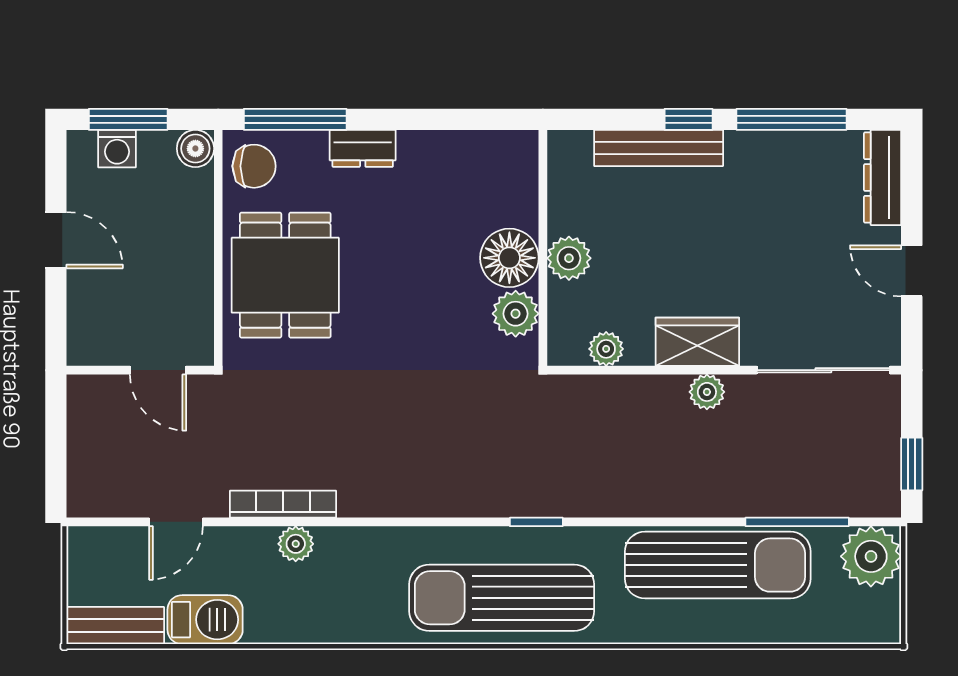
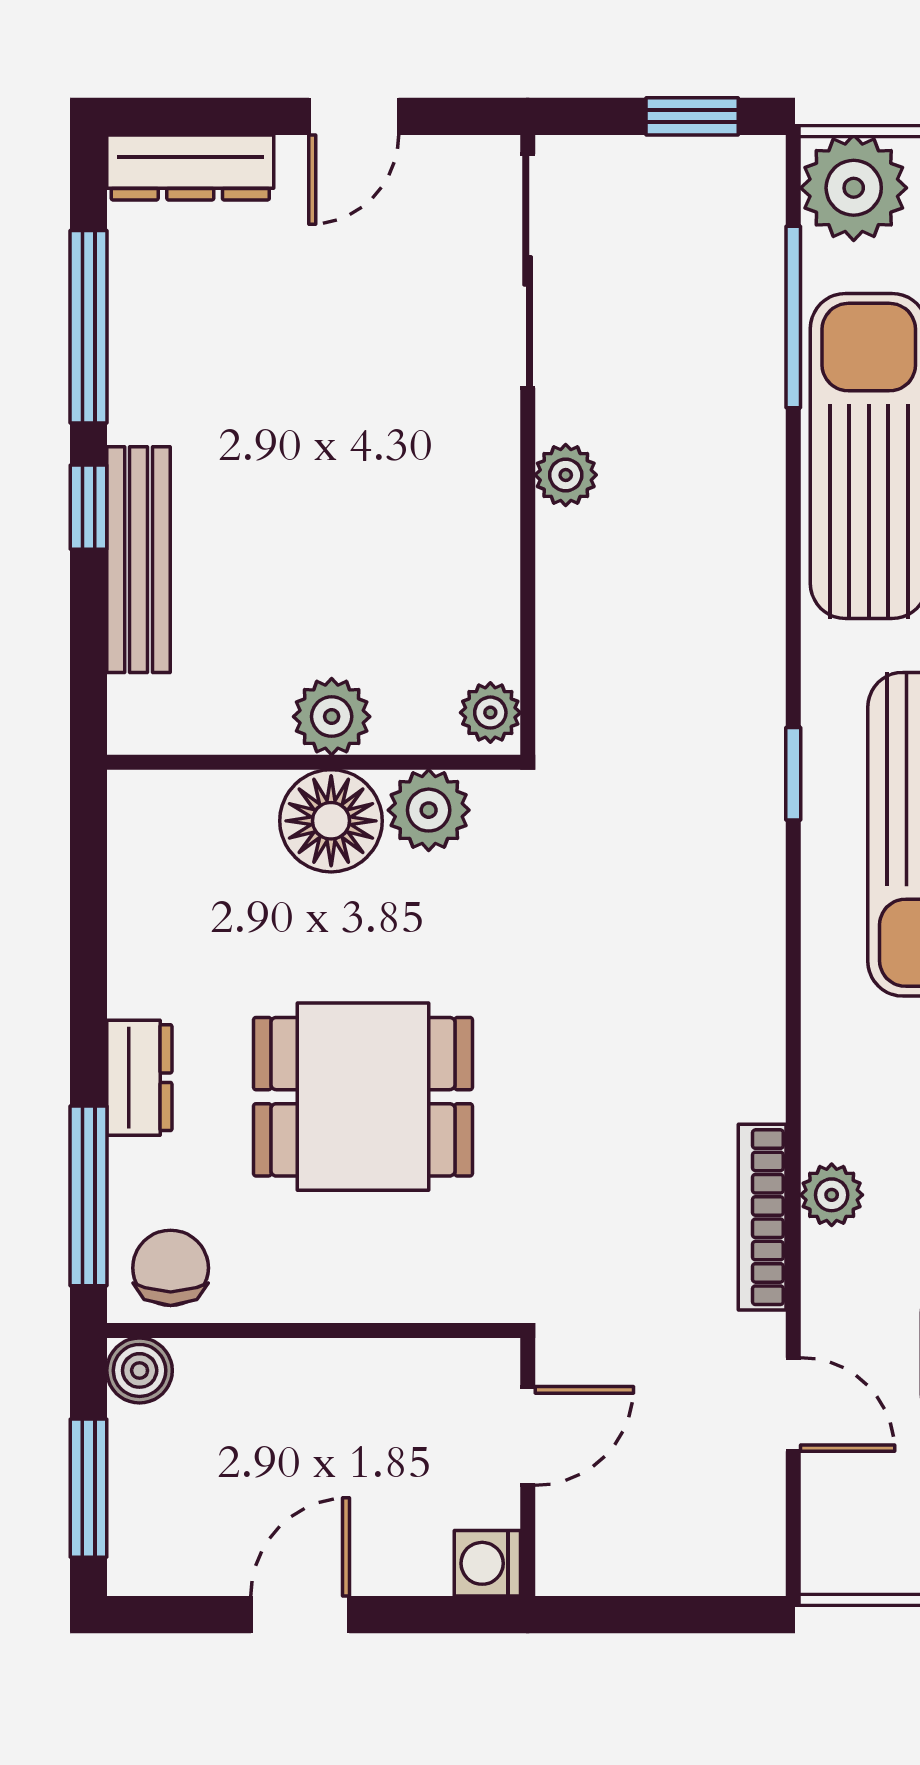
washing machine: (117, 149) -> (487, 1563), moved, turned 180
dining table: (285, 275) -> (363, 1097), moved
wardrobe: (697, 342) -> (478, 492), removed
plant: (606, 349) -> (490, 713), moved

